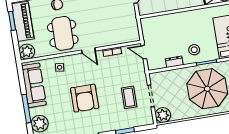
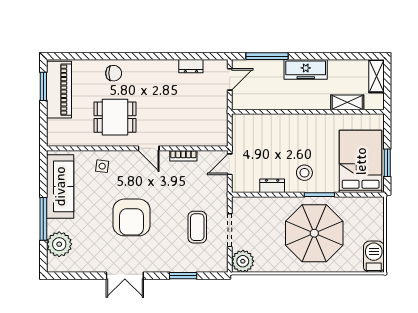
dining table: (63, 33) -> (115, 117), width x0.73
plant: (27, 52) -> (58, 135), removed
door: (144, 52) -> (230, 164), hinge flipped

